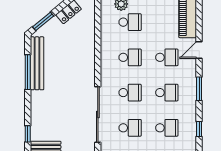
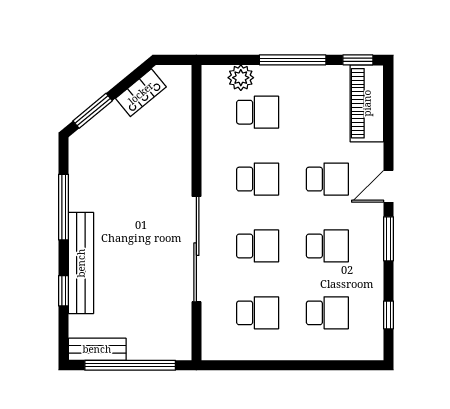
door: (199, 50) -> (389, 186), moved
bench: (37, 63) -> (81, 263), moved
sliding door: (98, 114) -> (196, 249), moved
window: (28, 134) -> (63, 291), moved

